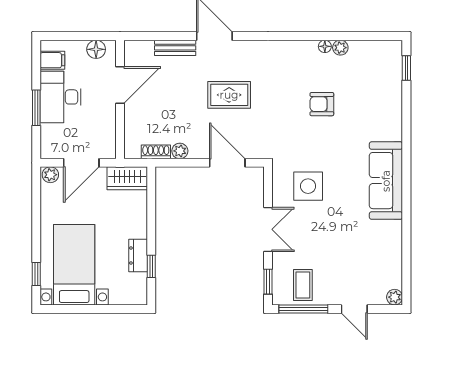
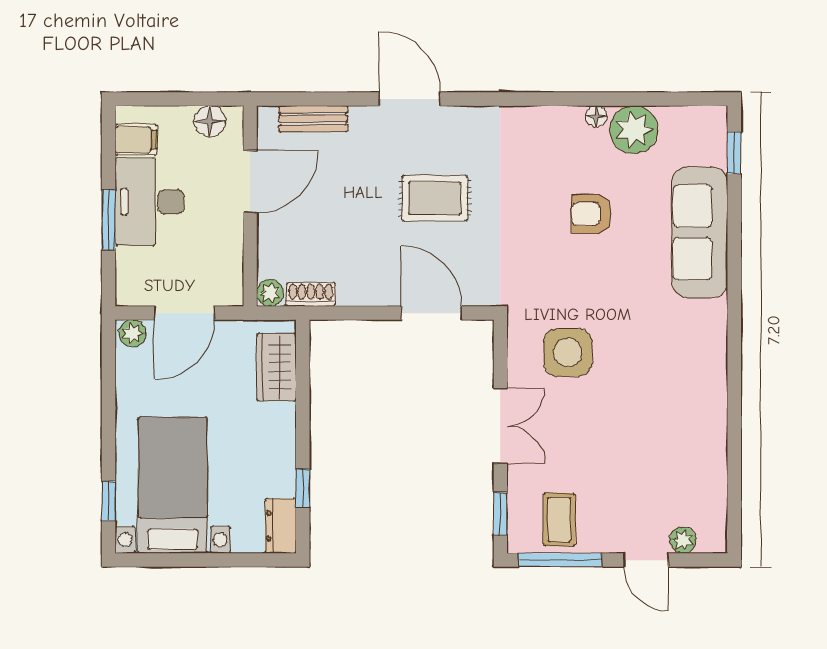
bench: (175, 48) -> (313, 119), moved
plant: (340, 48) -> (634, 130), width x1.88, depth x1.88
plant: (180, 151) -> (270, 293), moved
wardrobe: (127, 178) -> (277, 367), moved, turned 90
sofa: (386, 181) -> (700, 232), moved
dresser: (138, 256) -> (281, 526), moved
plant: (395, 297) -> (683, 540), moved

